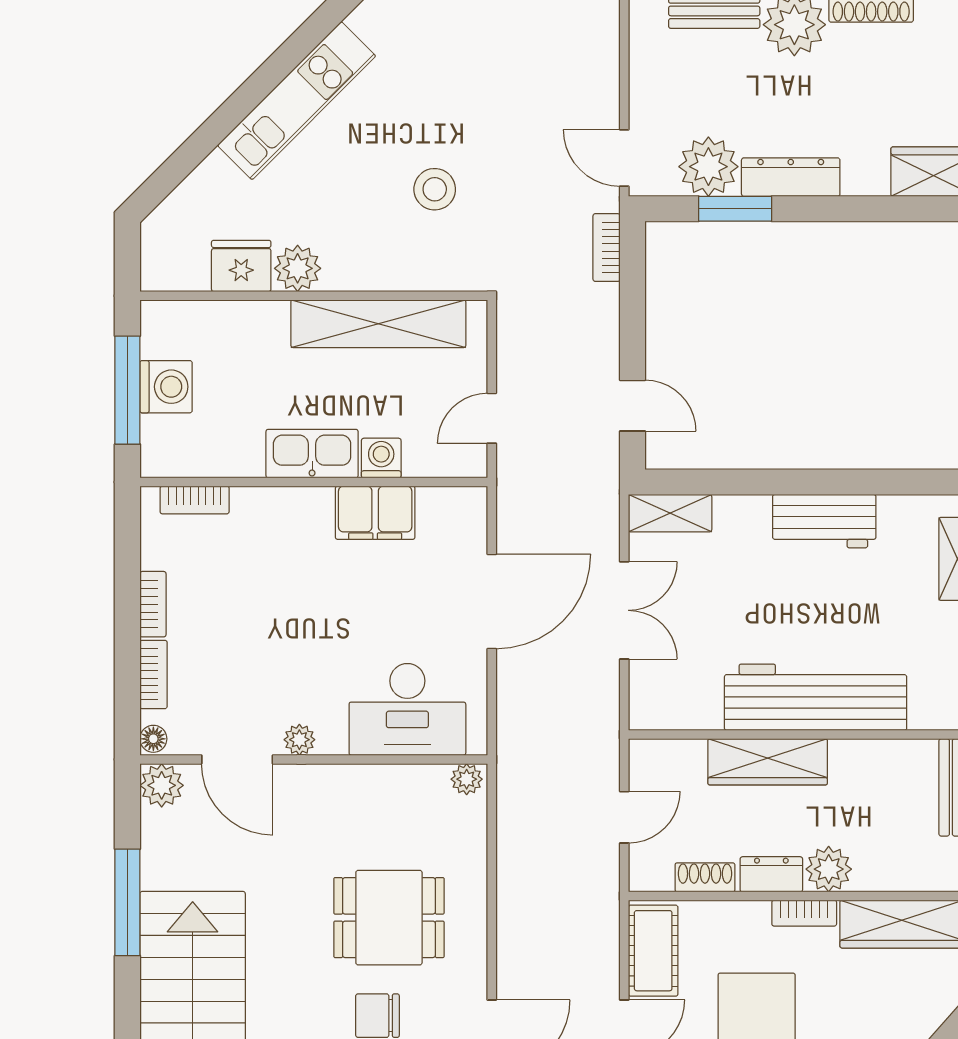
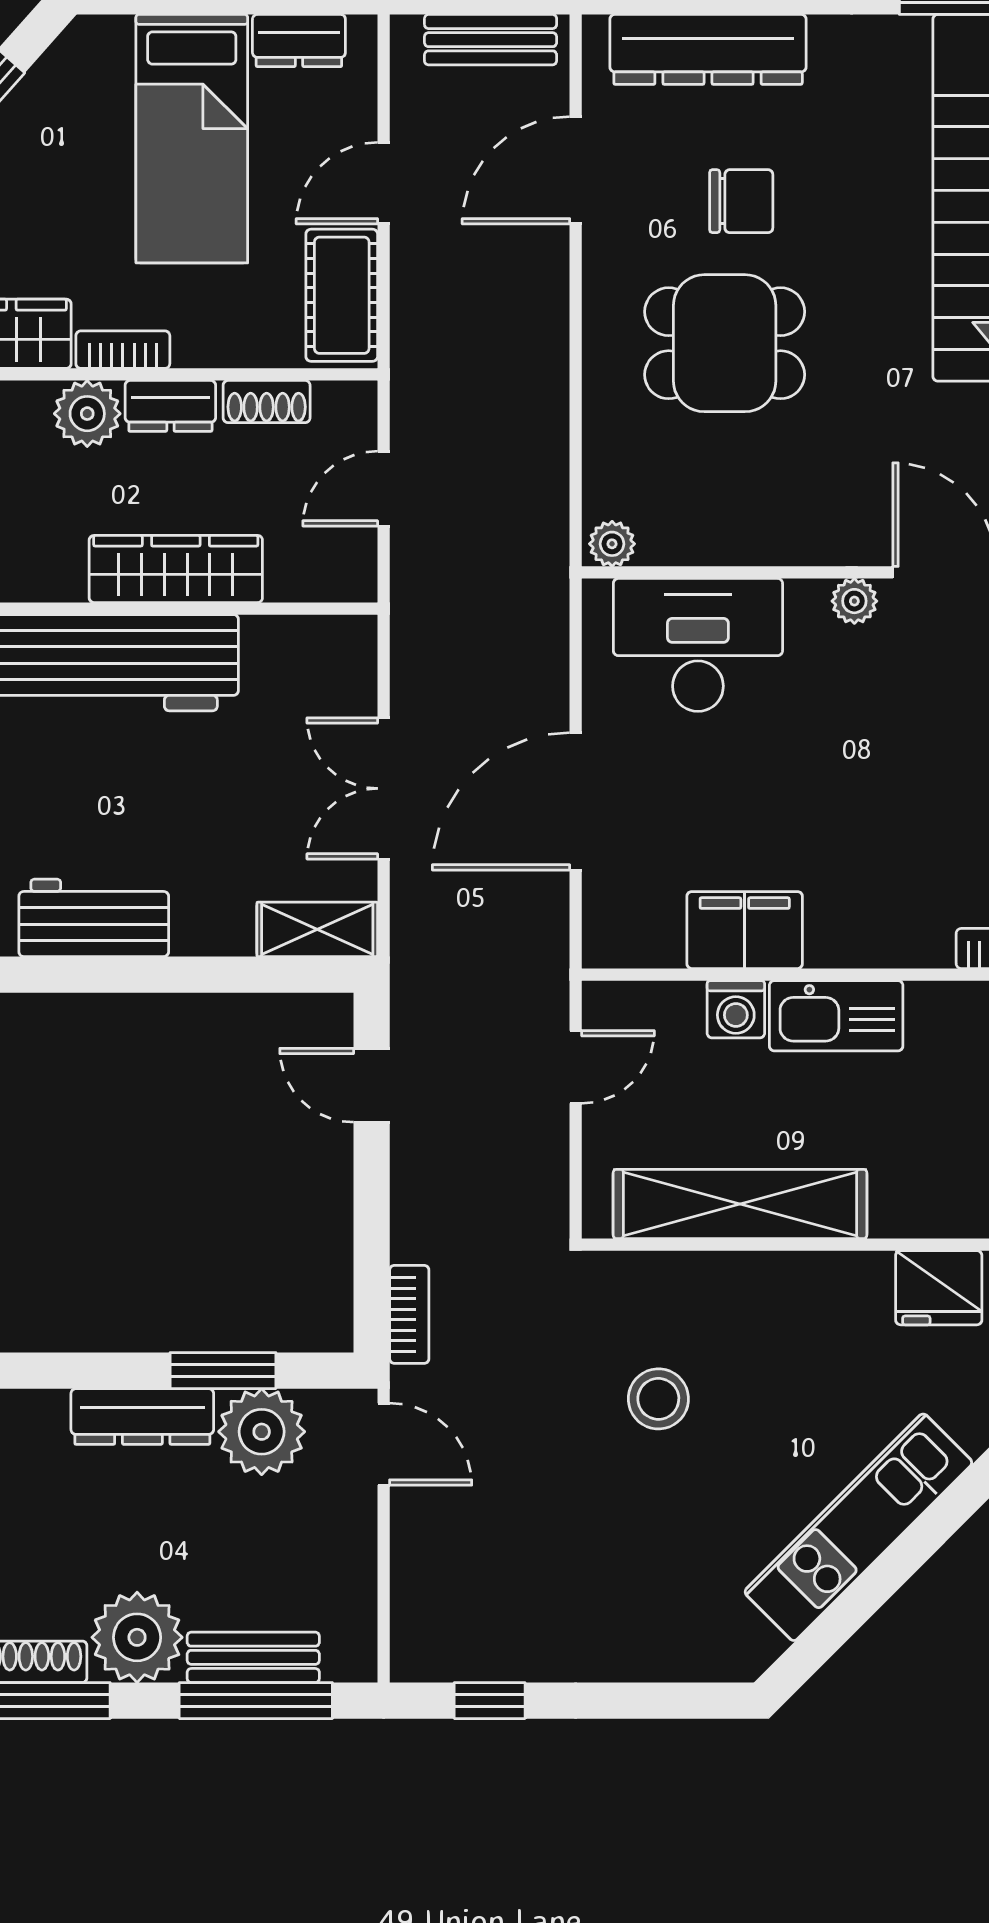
plant: (298, 268) -> (857, 1284), removed

